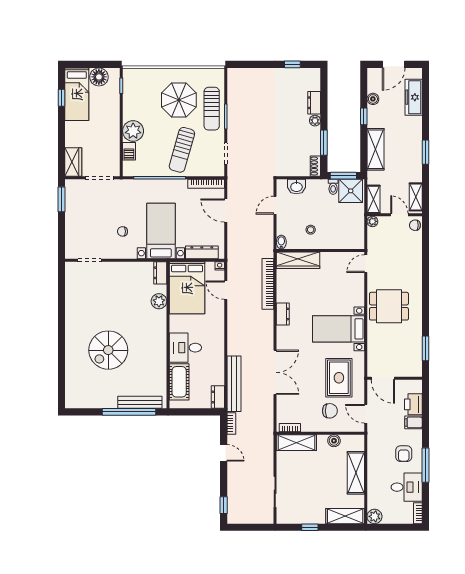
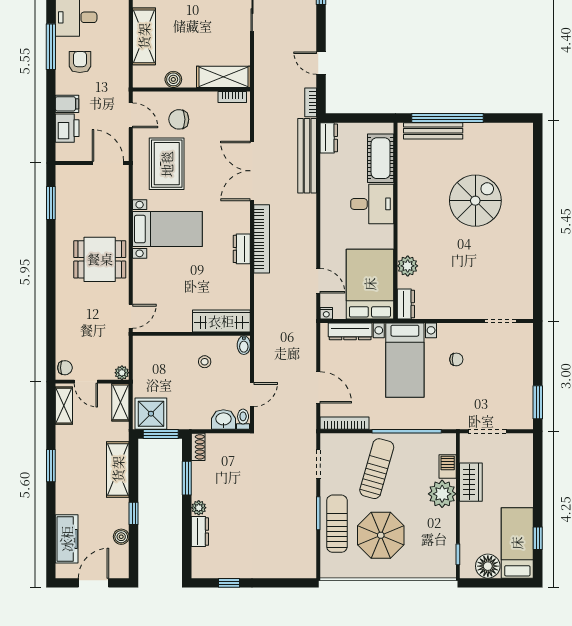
wardrobe: (73, 162) -> (471, 482), moved, turned 180
toilet: (333, 187) -> (243, 419), moved
bookcase: (268, 284) -> (262, 239), moved

